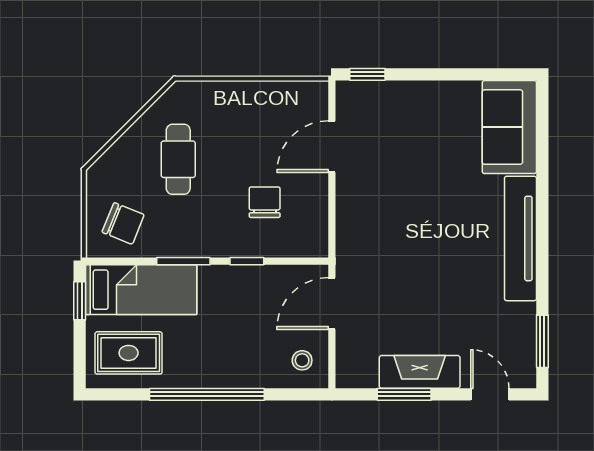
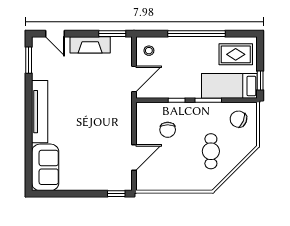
window: (404, 394) -> (112, 34), moved

